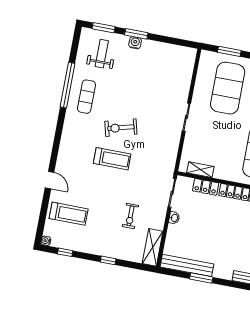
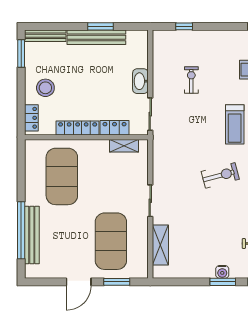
treadmill: (112, 159) -> (235, 124), moved, turned -90
washbasin: (174, 218) -> (140, 81), width x1.91, depth x1.45
shelving: (153, 247) -> (160, 245), moved
window: (108, 260) -> (184, 26), moved
bench: (187, 265) -> (96, 37), moved

